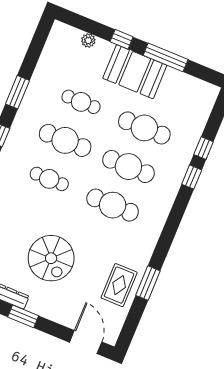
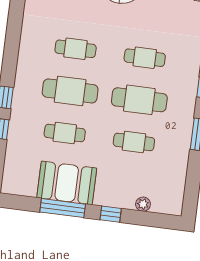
booth: (135, 72) -> (67, 183), moved
cafe table: (144, 128) -> (65, 133), width x0.73, depth x0.74
cafe table: (113, 205) -> (76, 49), width x0.73, depth x0.74

